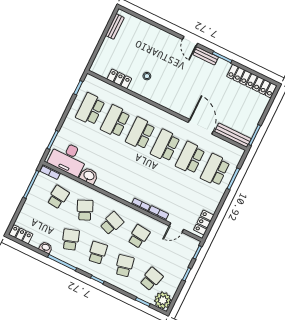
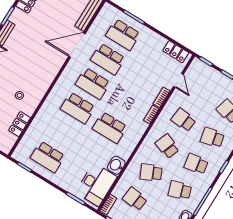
school desk: (115, 121) -> (110, 128), moved

